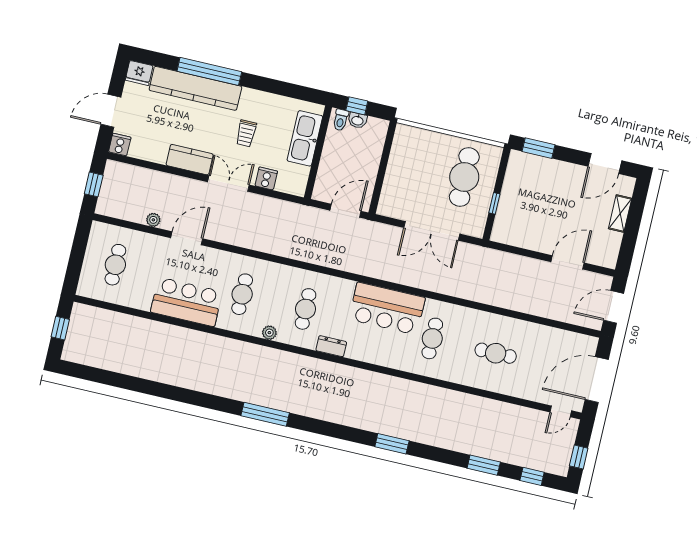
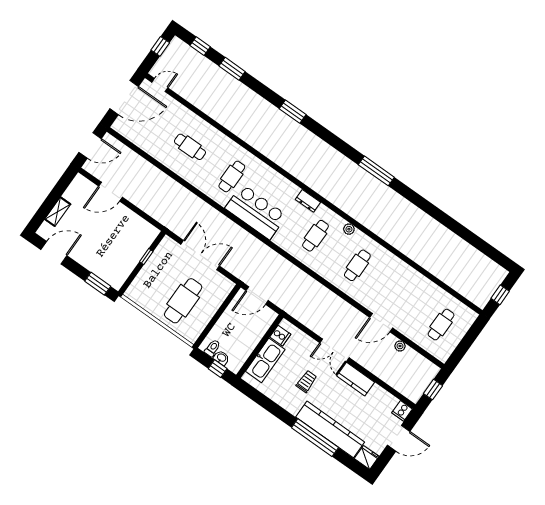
toilet: (341, 120) -> (212, 348), moved
cafe table: (464, 177) -> (183, 301), moved
cooker: (266, 179) -> (280, 336), moved, turned -90
bar counter: (186, 302) -> (400, 276), removed

